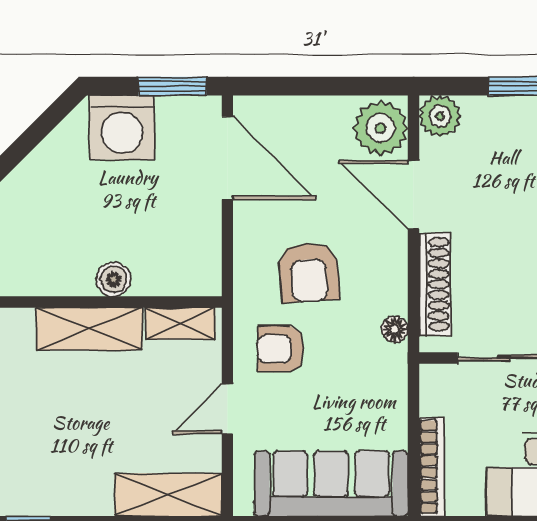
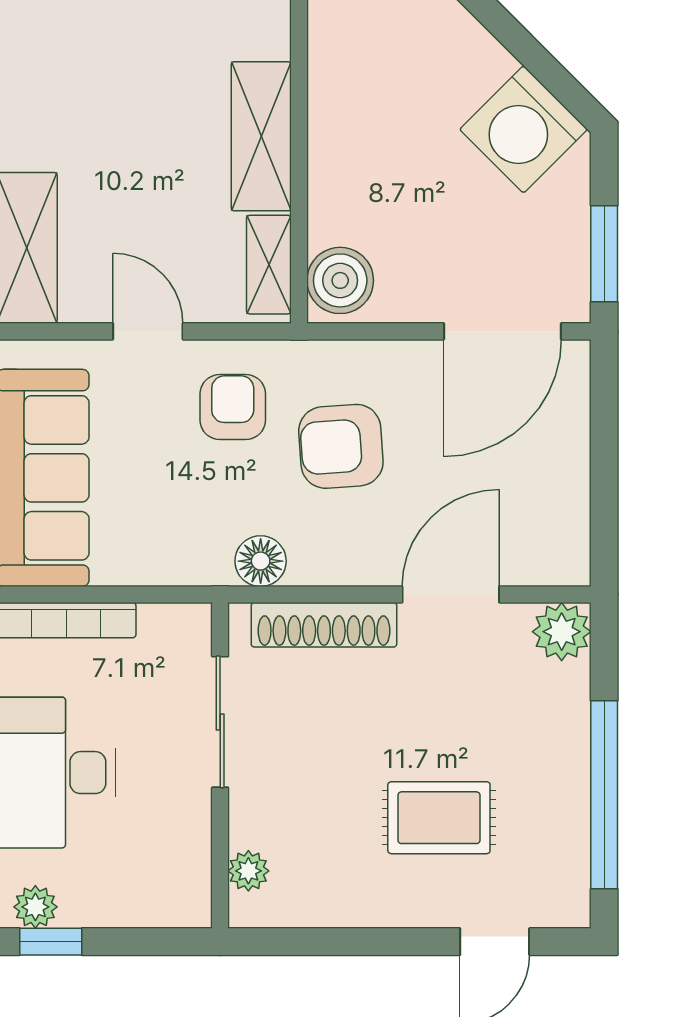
washing machine: (122, 128) -> (524, 129), moved, turned -45
plant: (381, 128) -> (545, 548), removed
boiler: (114, 279) -> (340, 280), moved, width x1.36, depth x1.36
floor lamp: (395, 329) -> (261, 561), width x1.37, depth x1.37

